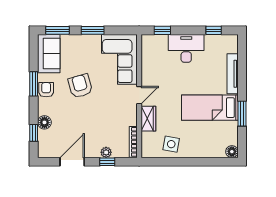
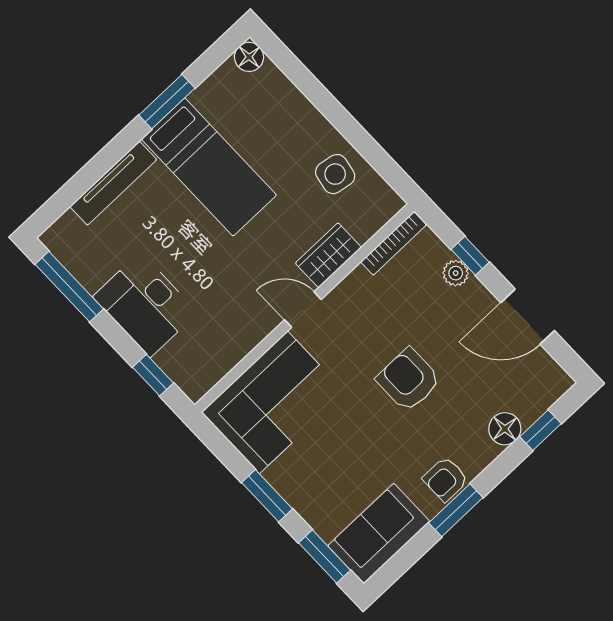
window: (214, 30) -> (69, 287), width x2.17
armchair: (80, 86) -> (408, 380), moved, turned 106

